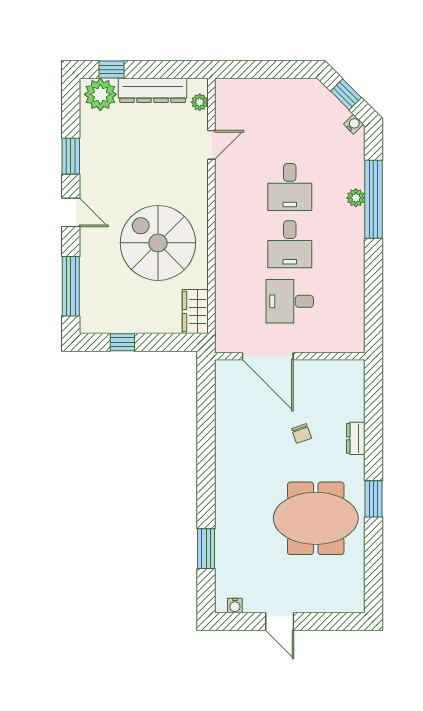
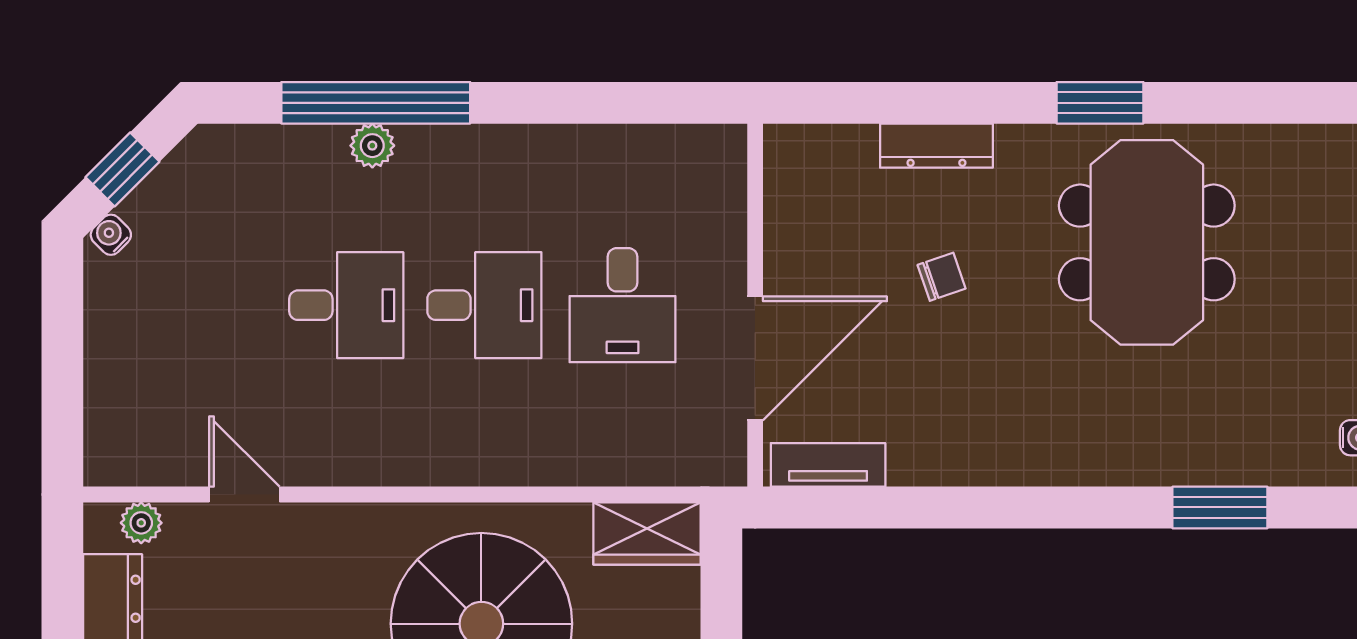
water cooler: (353, 124) -> (111, 235), moved
tv unit: (224, 386) -> (828, 465), added
dresser: (356, 438) -> (936, 146), width x1.44

